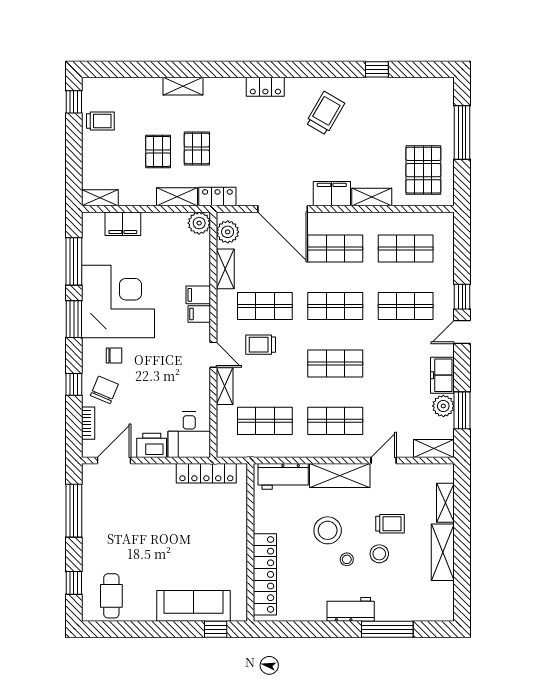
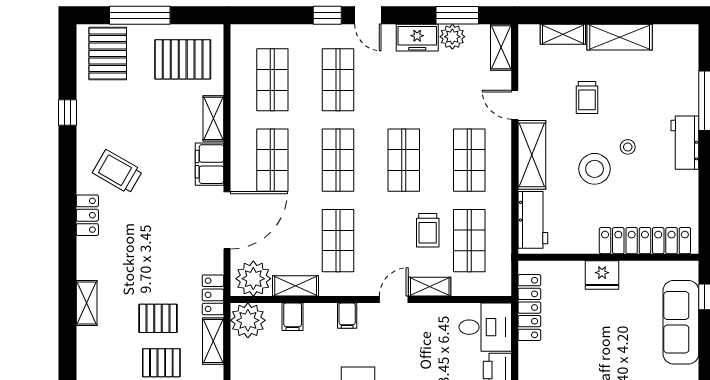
shelving: (183, 86) -> (87, 303), moved
locker: (265, 87) -> (87, 215), moved
pallet: (429, 105) -> (108, 53), added
plant: (199, 223) -> (248, 320), width x1.36, depth x1.36
plant: (228, 232) -> (253, 279), width x1.36, depth x1.36
filing cabinet: (198, 295) -> (293, 317), moved
trolley: (261, 345) -> (428, 230), moved
trolley: (390, 524) -> (587, 98), turned 180
fridge: (235, 537) -> (602, 275), added
stool: (379, 554) -> (621, 110), removed

